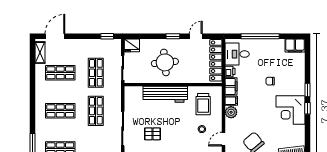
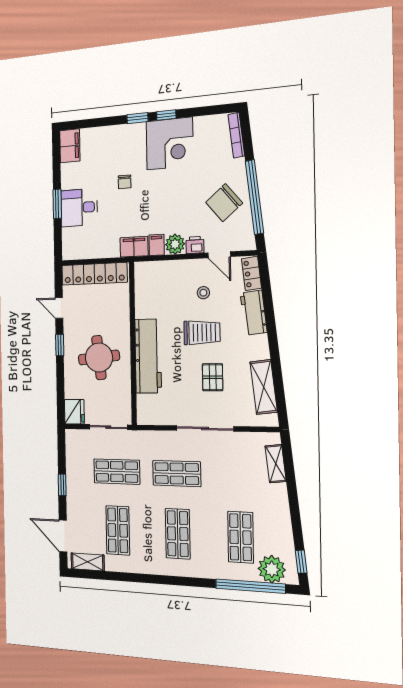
window: (107, 36) -> (62, 485), moved
window: (260, 36) -> (57, 204), width x0.47
desk: (237, 54) -> (79, 208), moved, turned 90
printer: (230, 71) -> (195, 245), moved
trolley: (203, 104) -> (202, 333), moved

